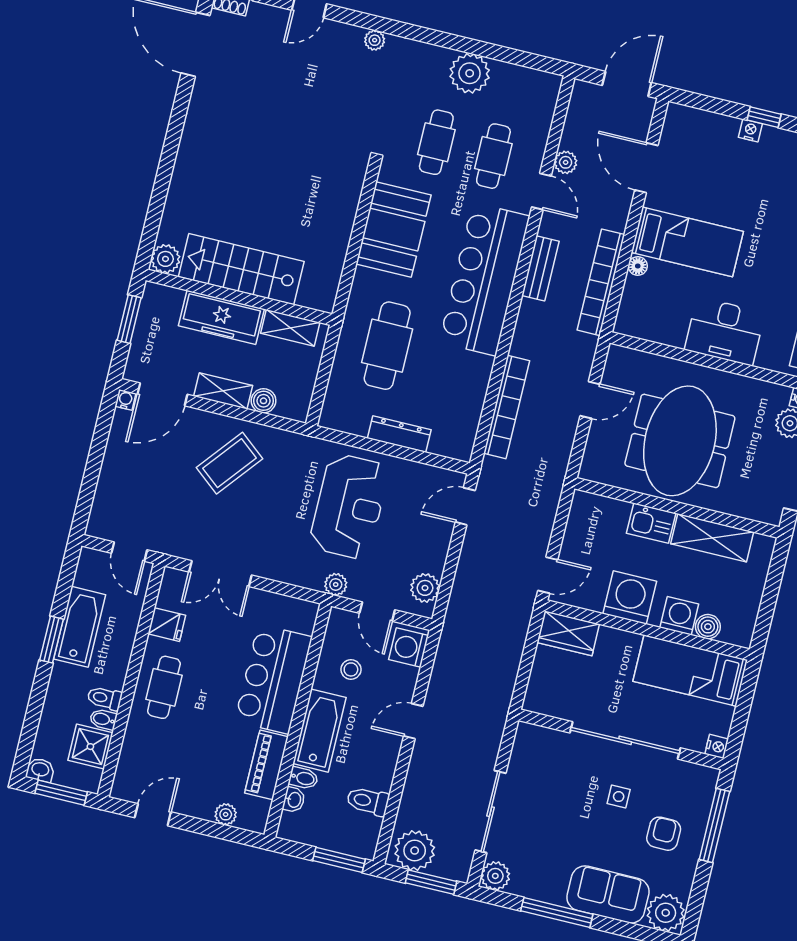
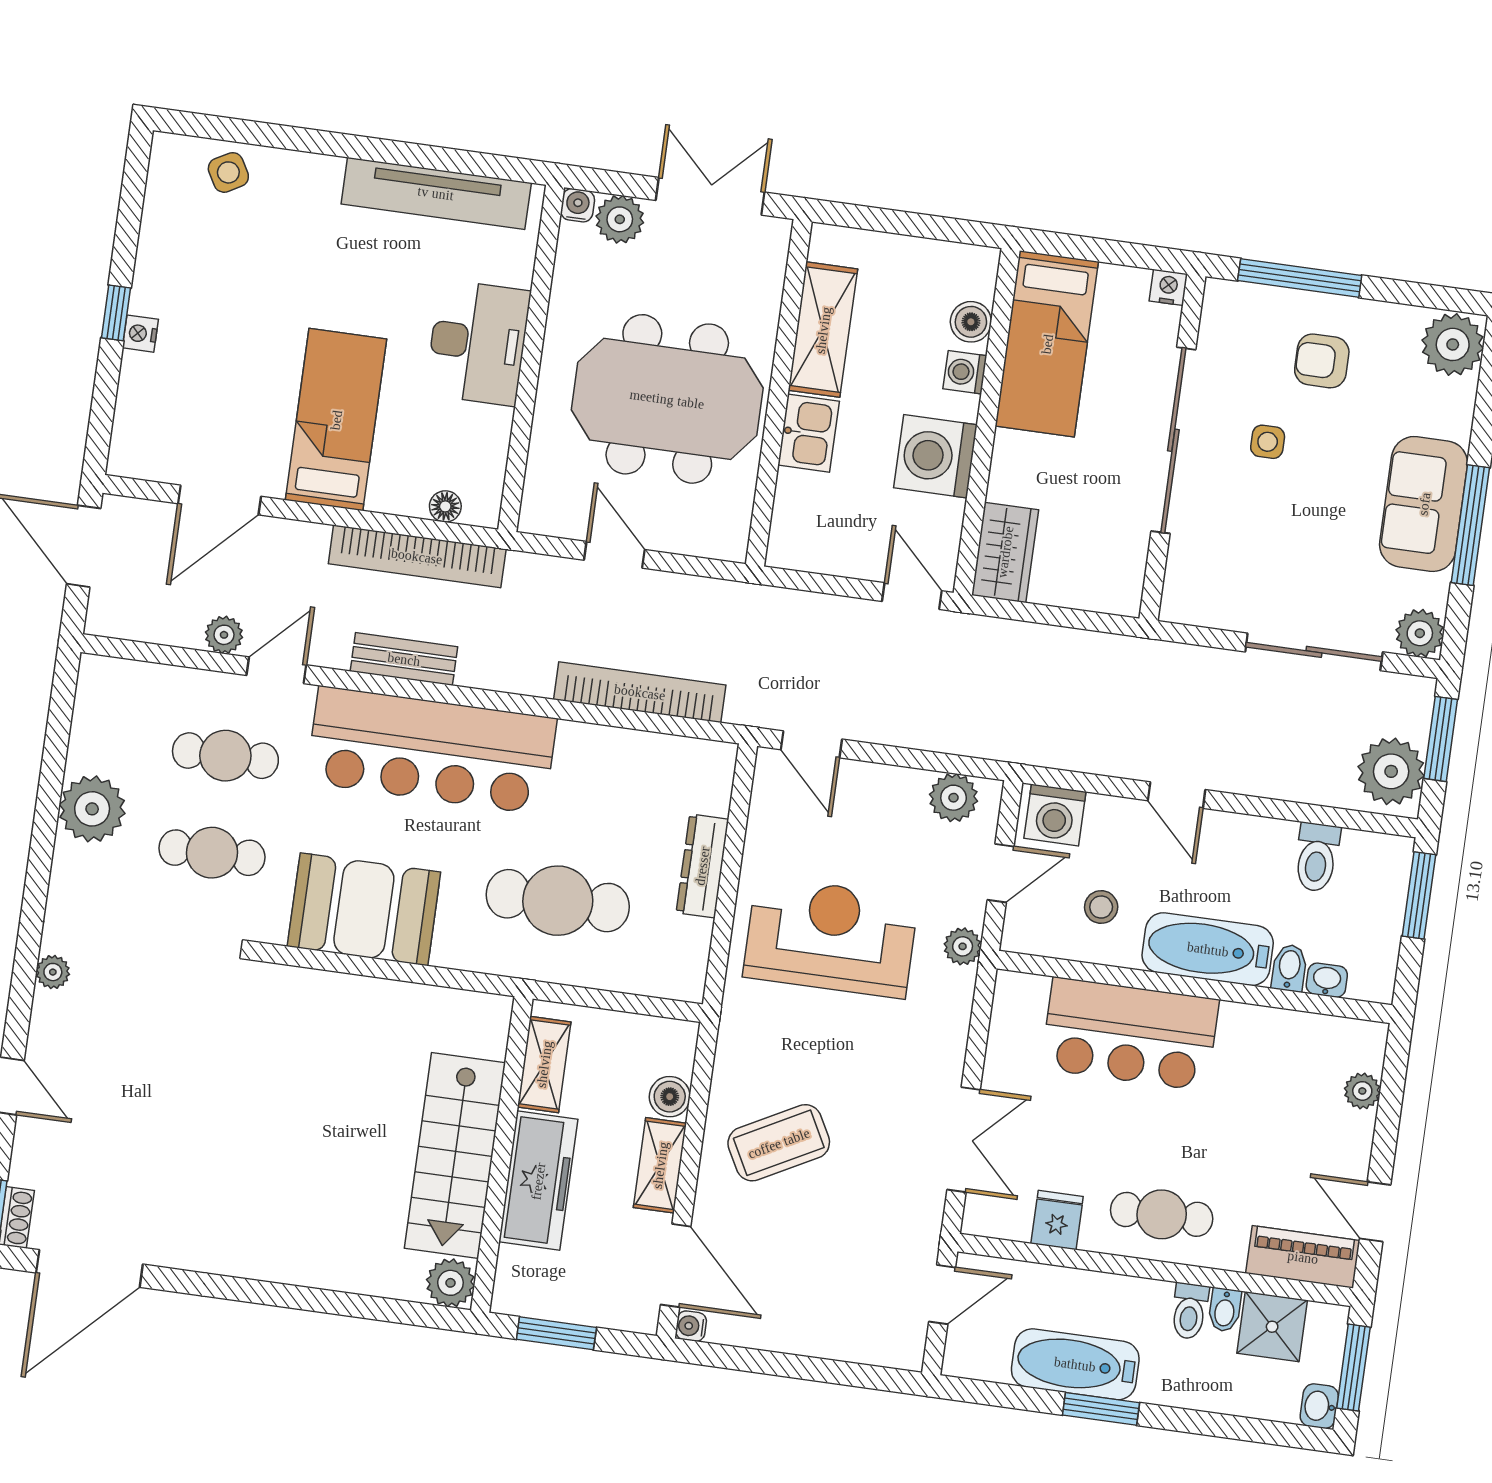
floor lamp: (638, 266) -> (445, 506), moved
coffee table: (229, 463) -> (779, 1143), turned -67
washing machine: (679, 616) -> (965, 372), width x0.73, depth x0.73
piano: (266, 765) -> (1303, 1257), moved, turned 180
sofa: (608, 895) -> (1424, 504), moved

